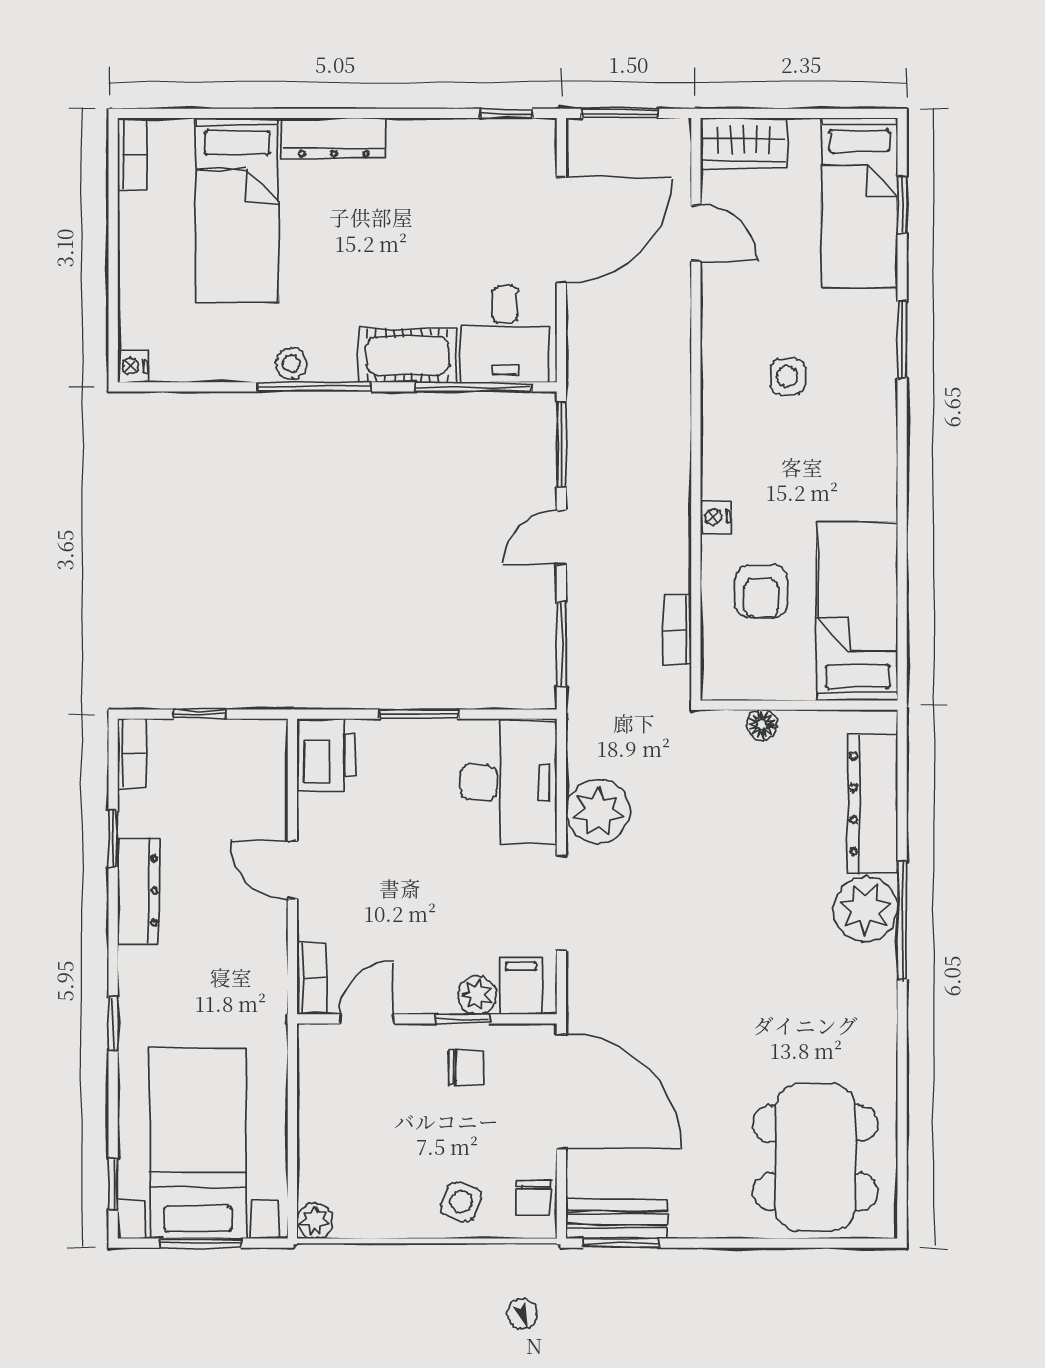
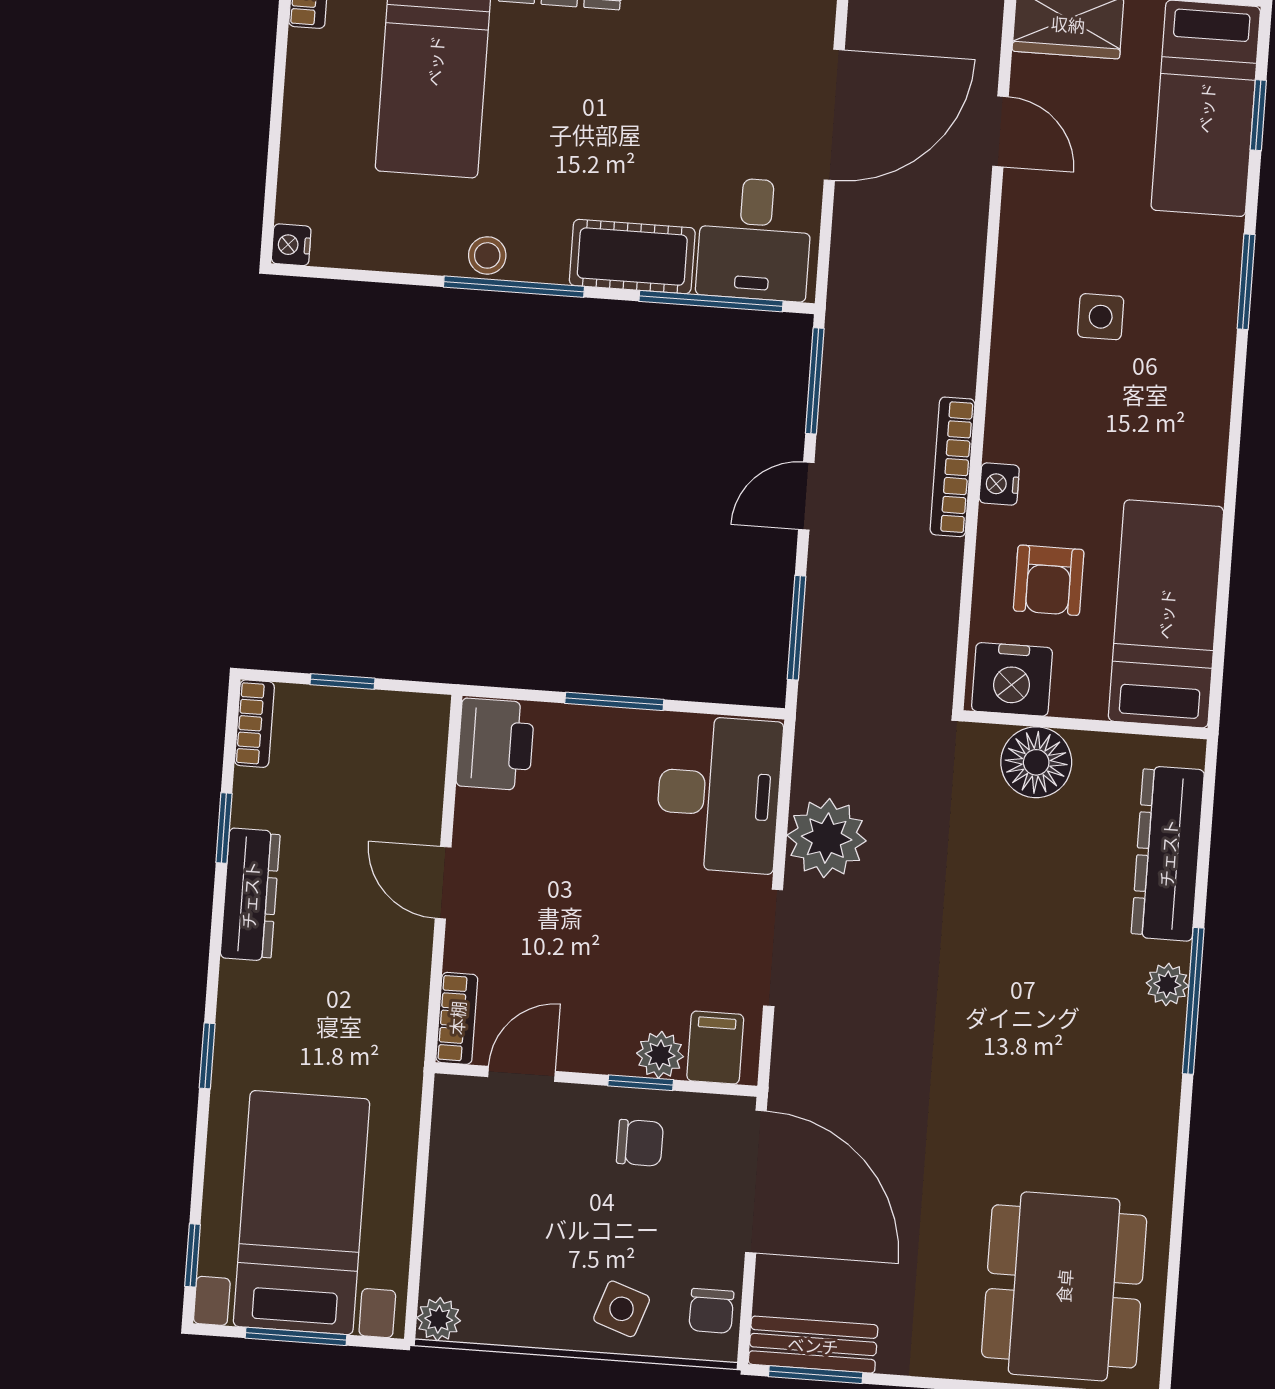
bookcase: (677, 630) -> (952, 467), moved, width x1.56
nightstand: (738, 673) -> (1012, 679), added
floor lamp: (762, 725) -> (1036, 762), width x1.89, depth x1.89
plant: (865, 909) -> (1167, 984), width x0.53, depth x0.53

